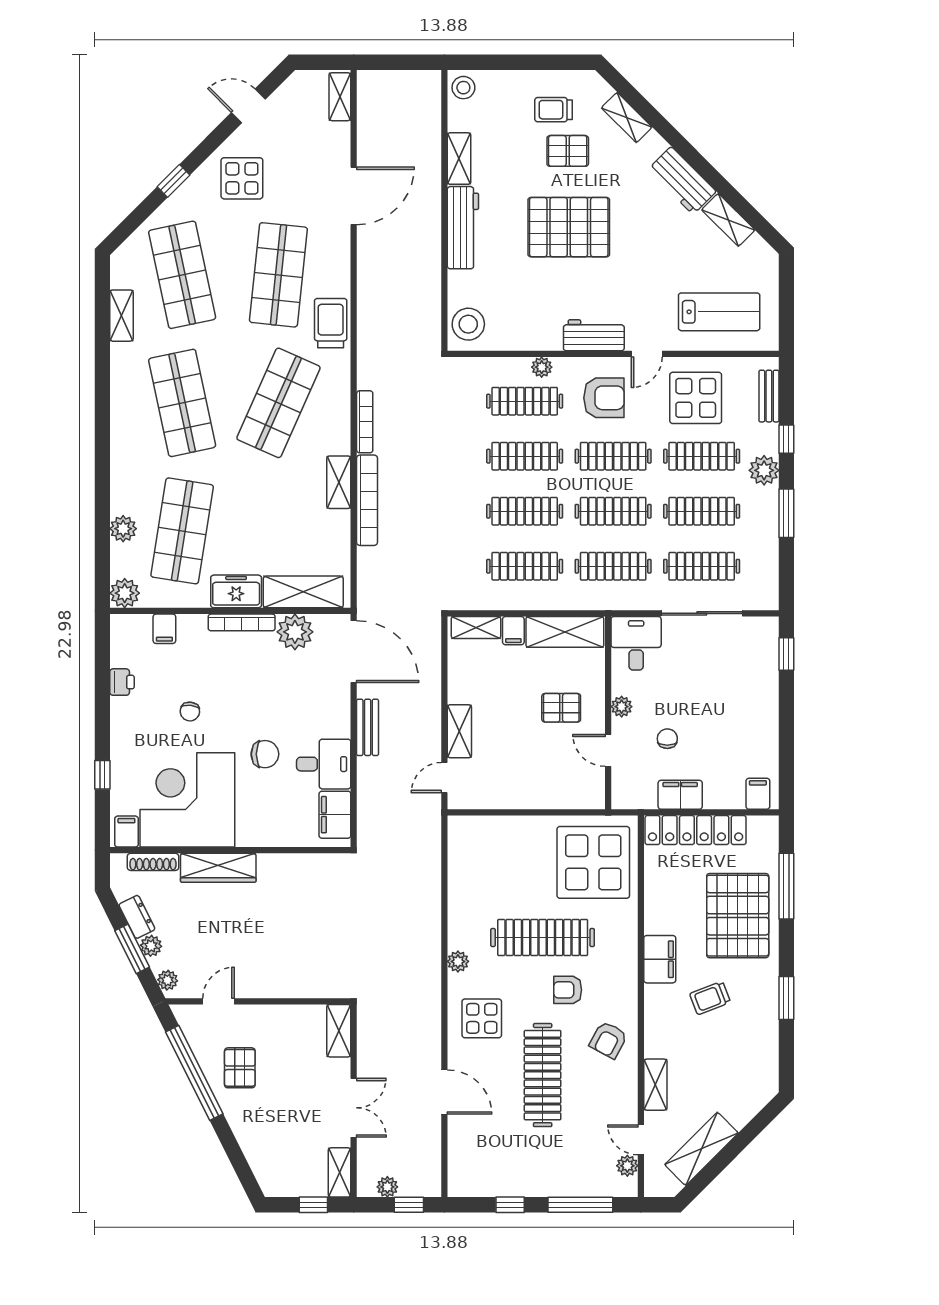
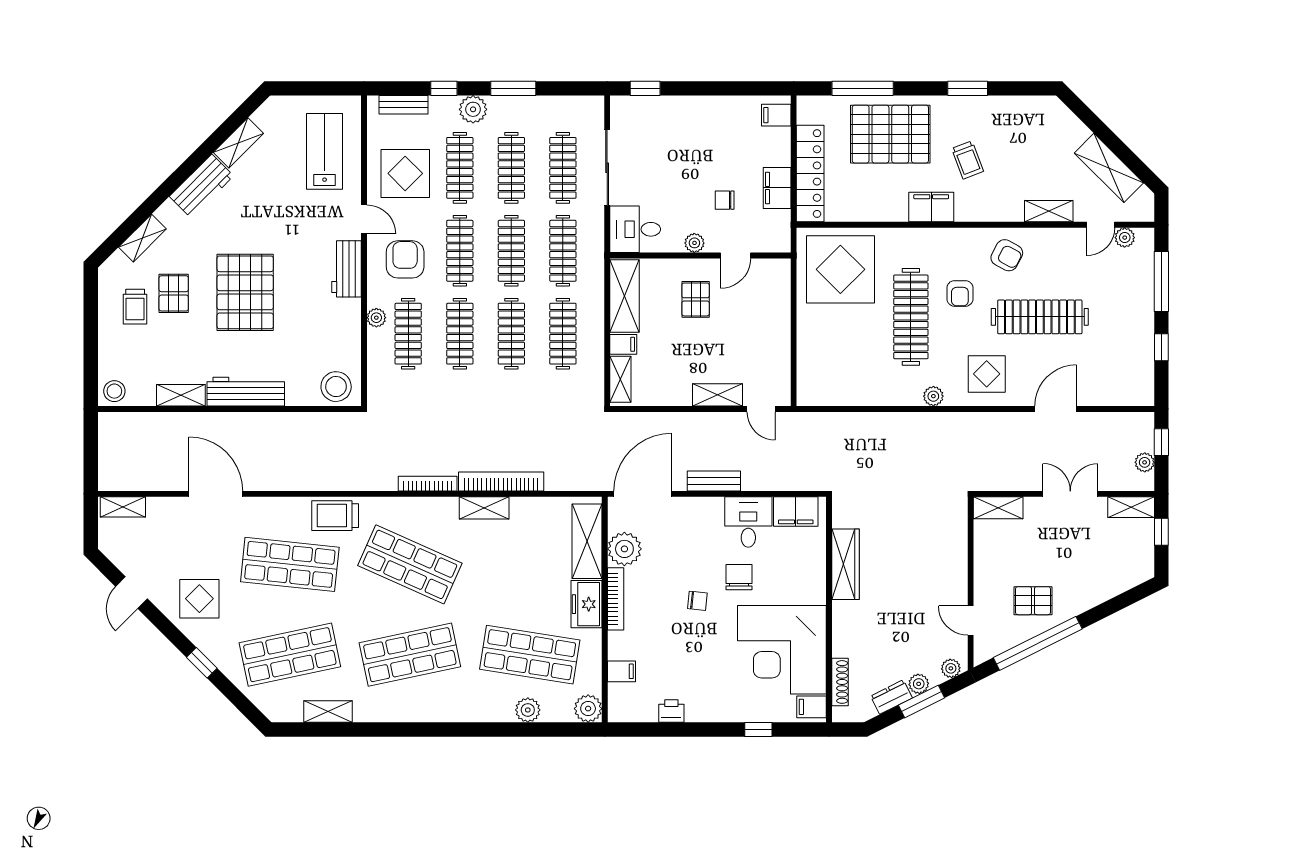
chair: (190, 712) -> (697, 601), moved
wardrobe: (218, 868) -> (845, 564), moved

